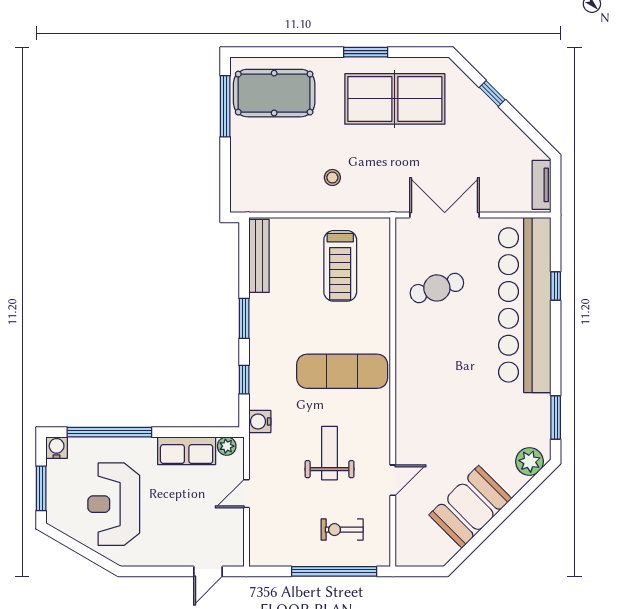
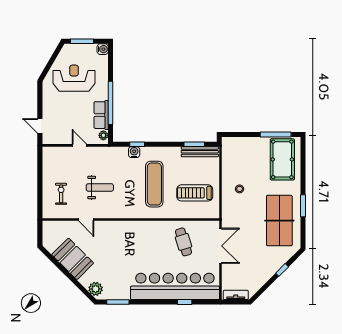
window: (244, 318) -> (194, 144), moved
exercise mat: (342, 371) -> (154, 184), moved
water cooler: (260, 422) -> (134, 152), moved
window: (109, 432) -> (110, 103), moved
window: (334, 571) -> (40, 190), removed

